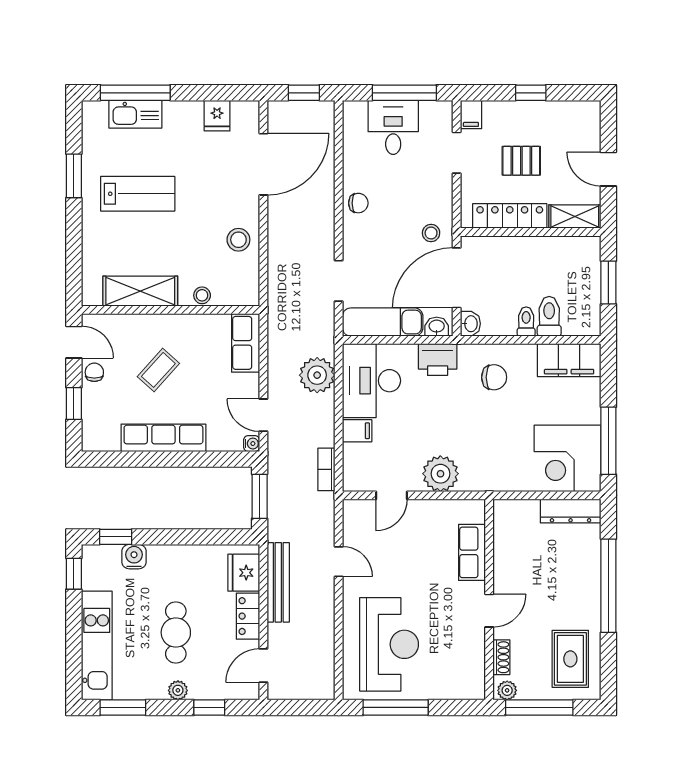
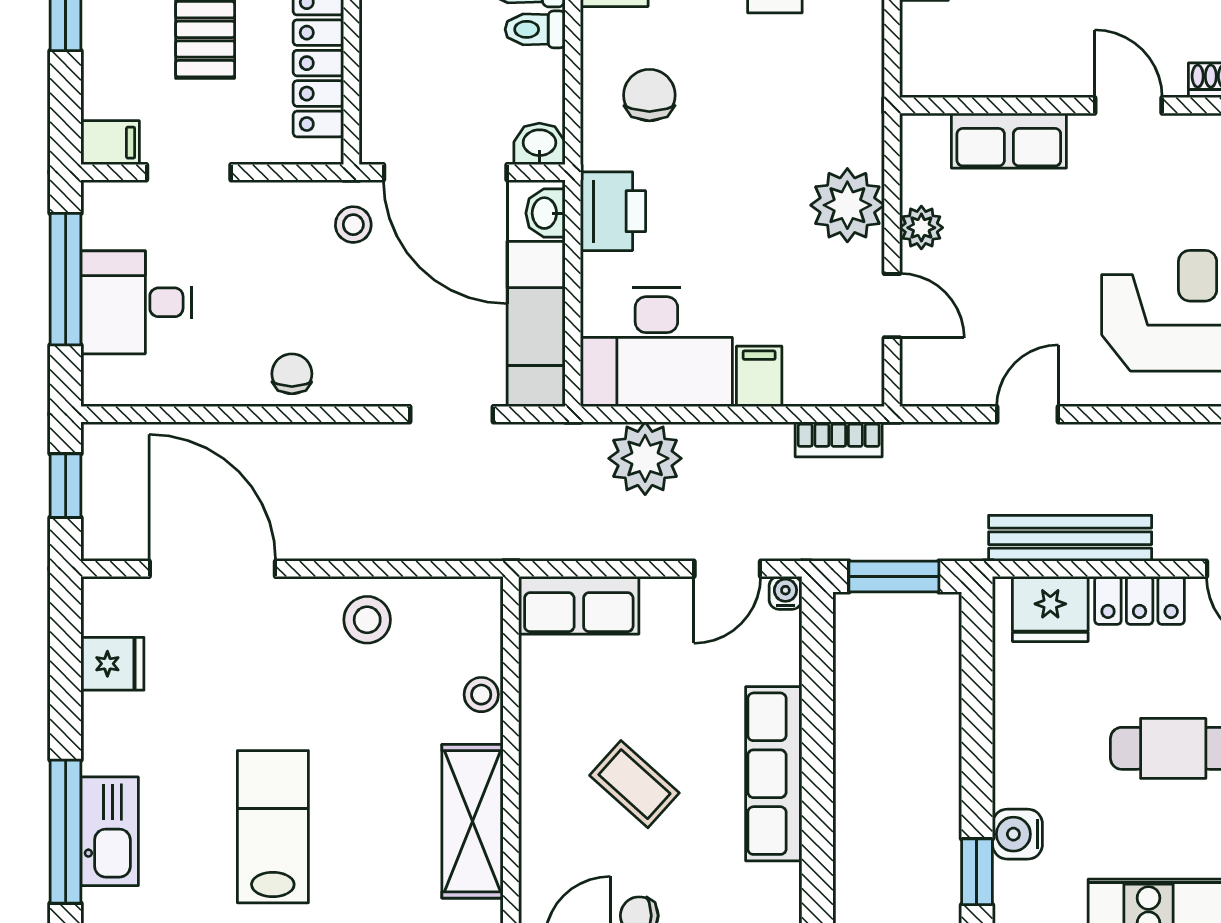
plant: (430, 510) -> (921, 228), added

